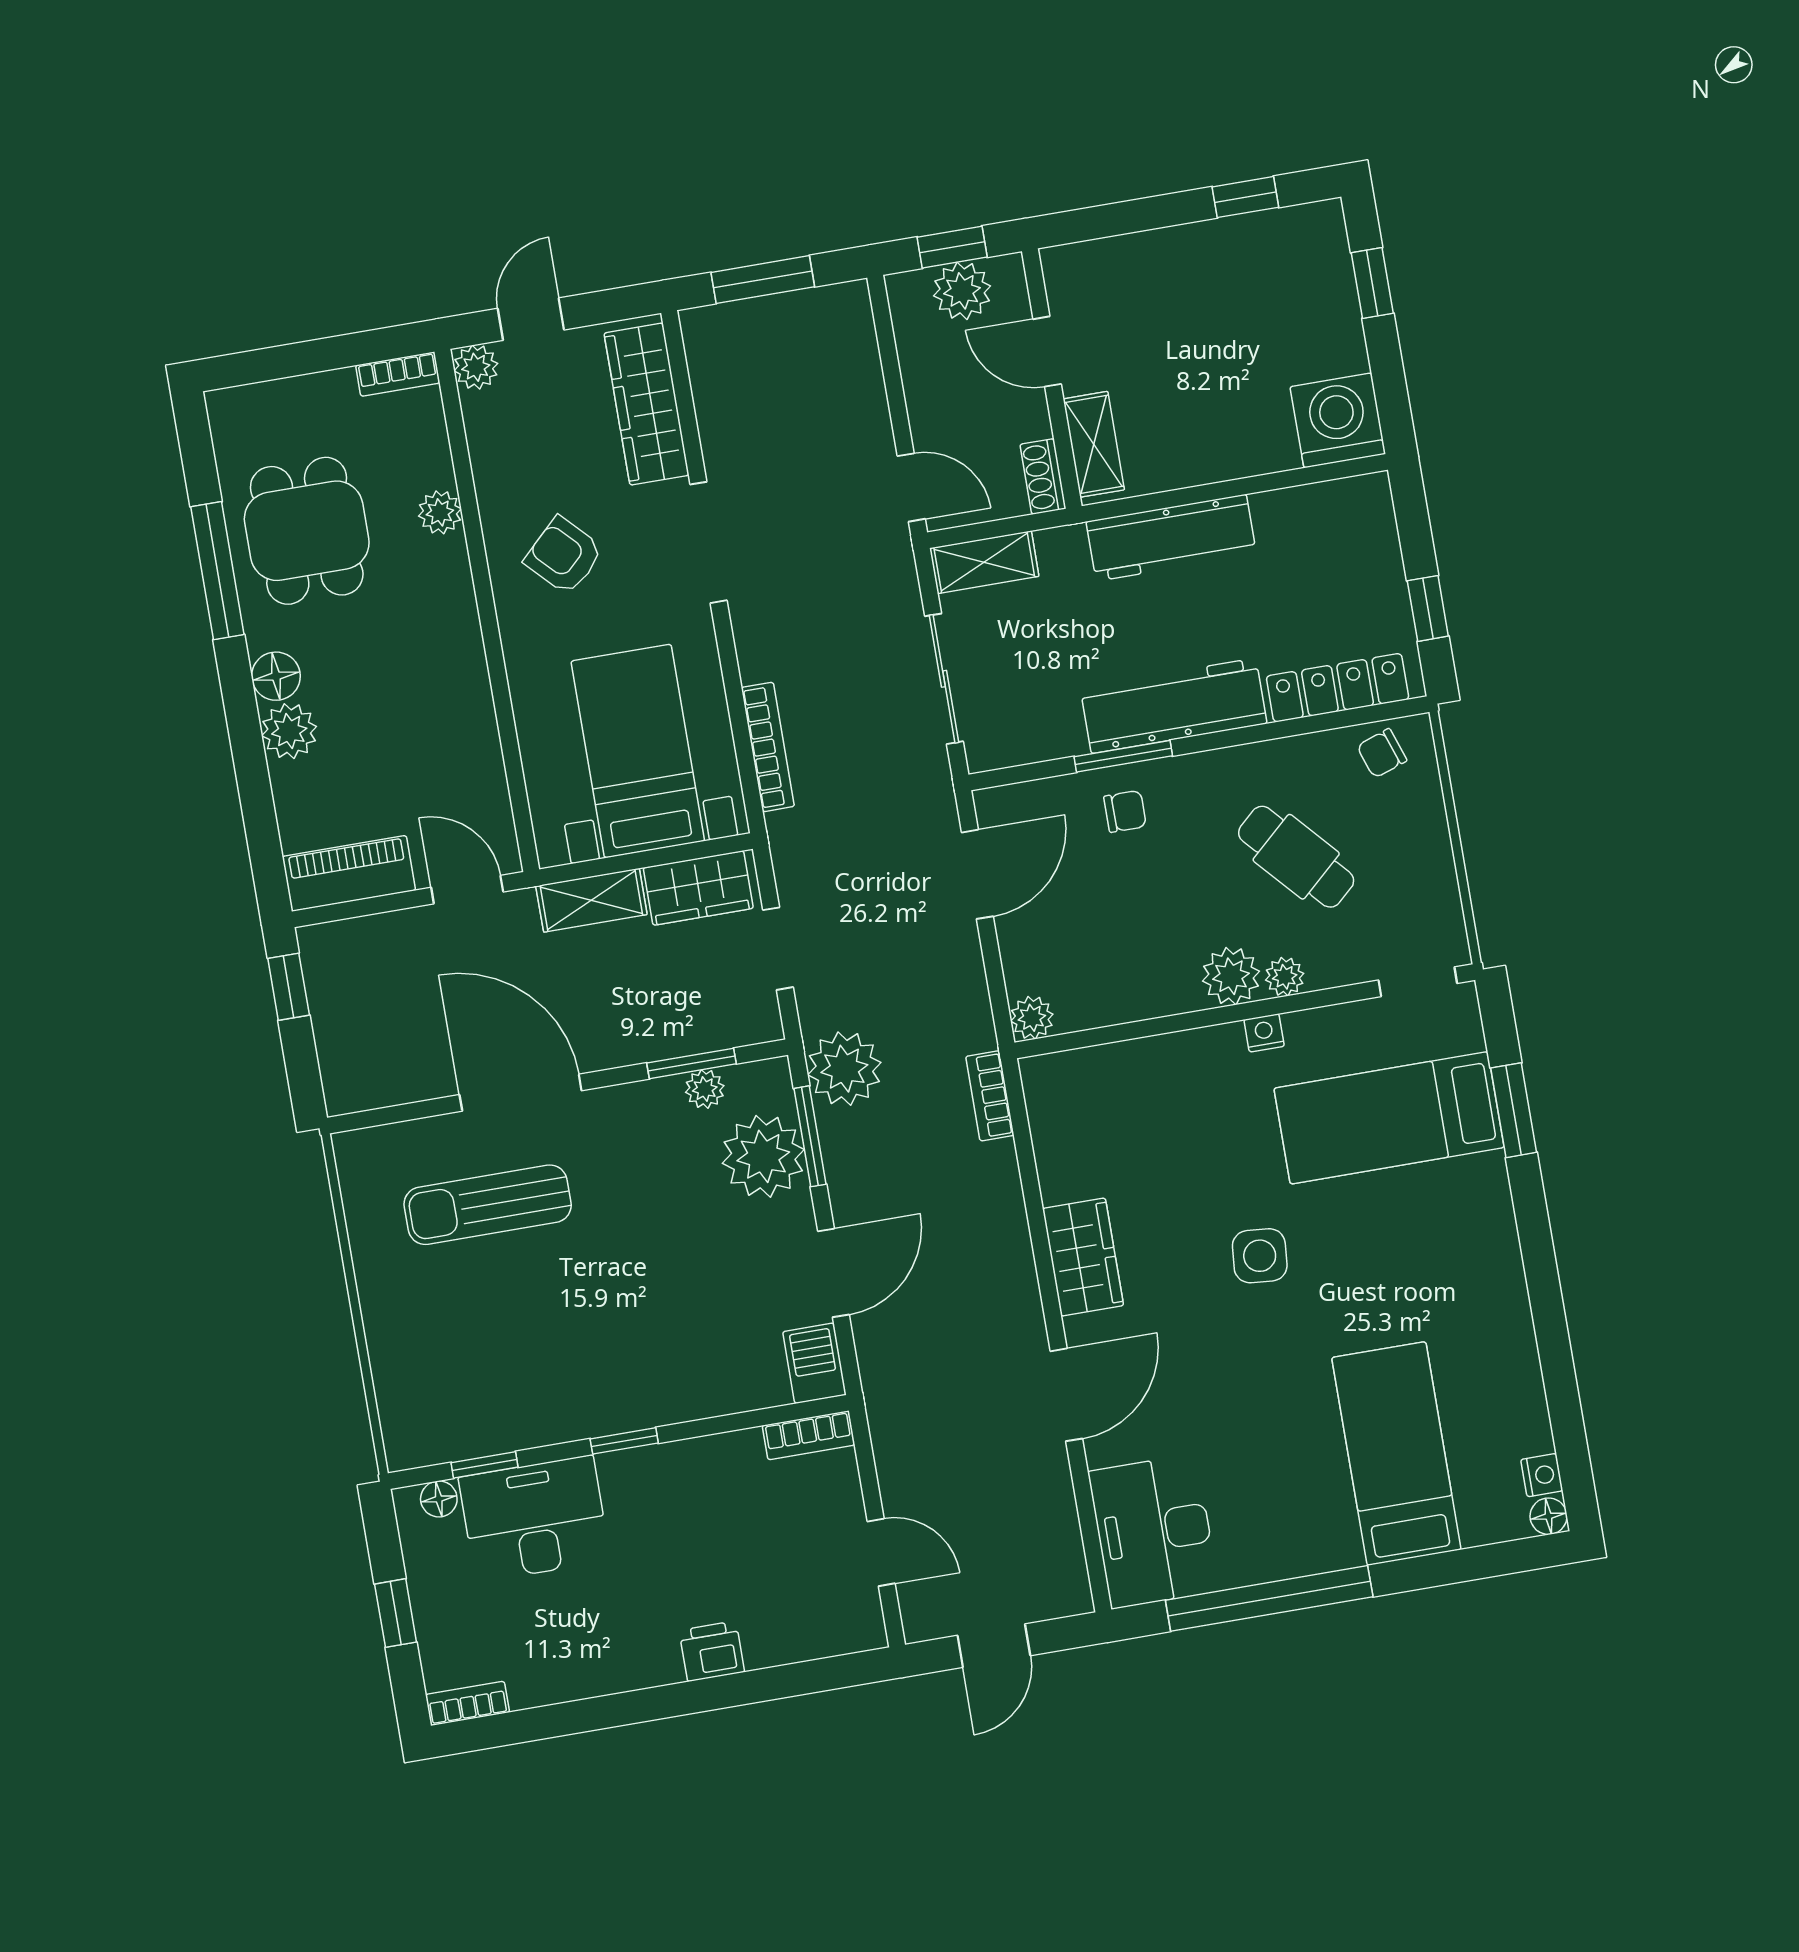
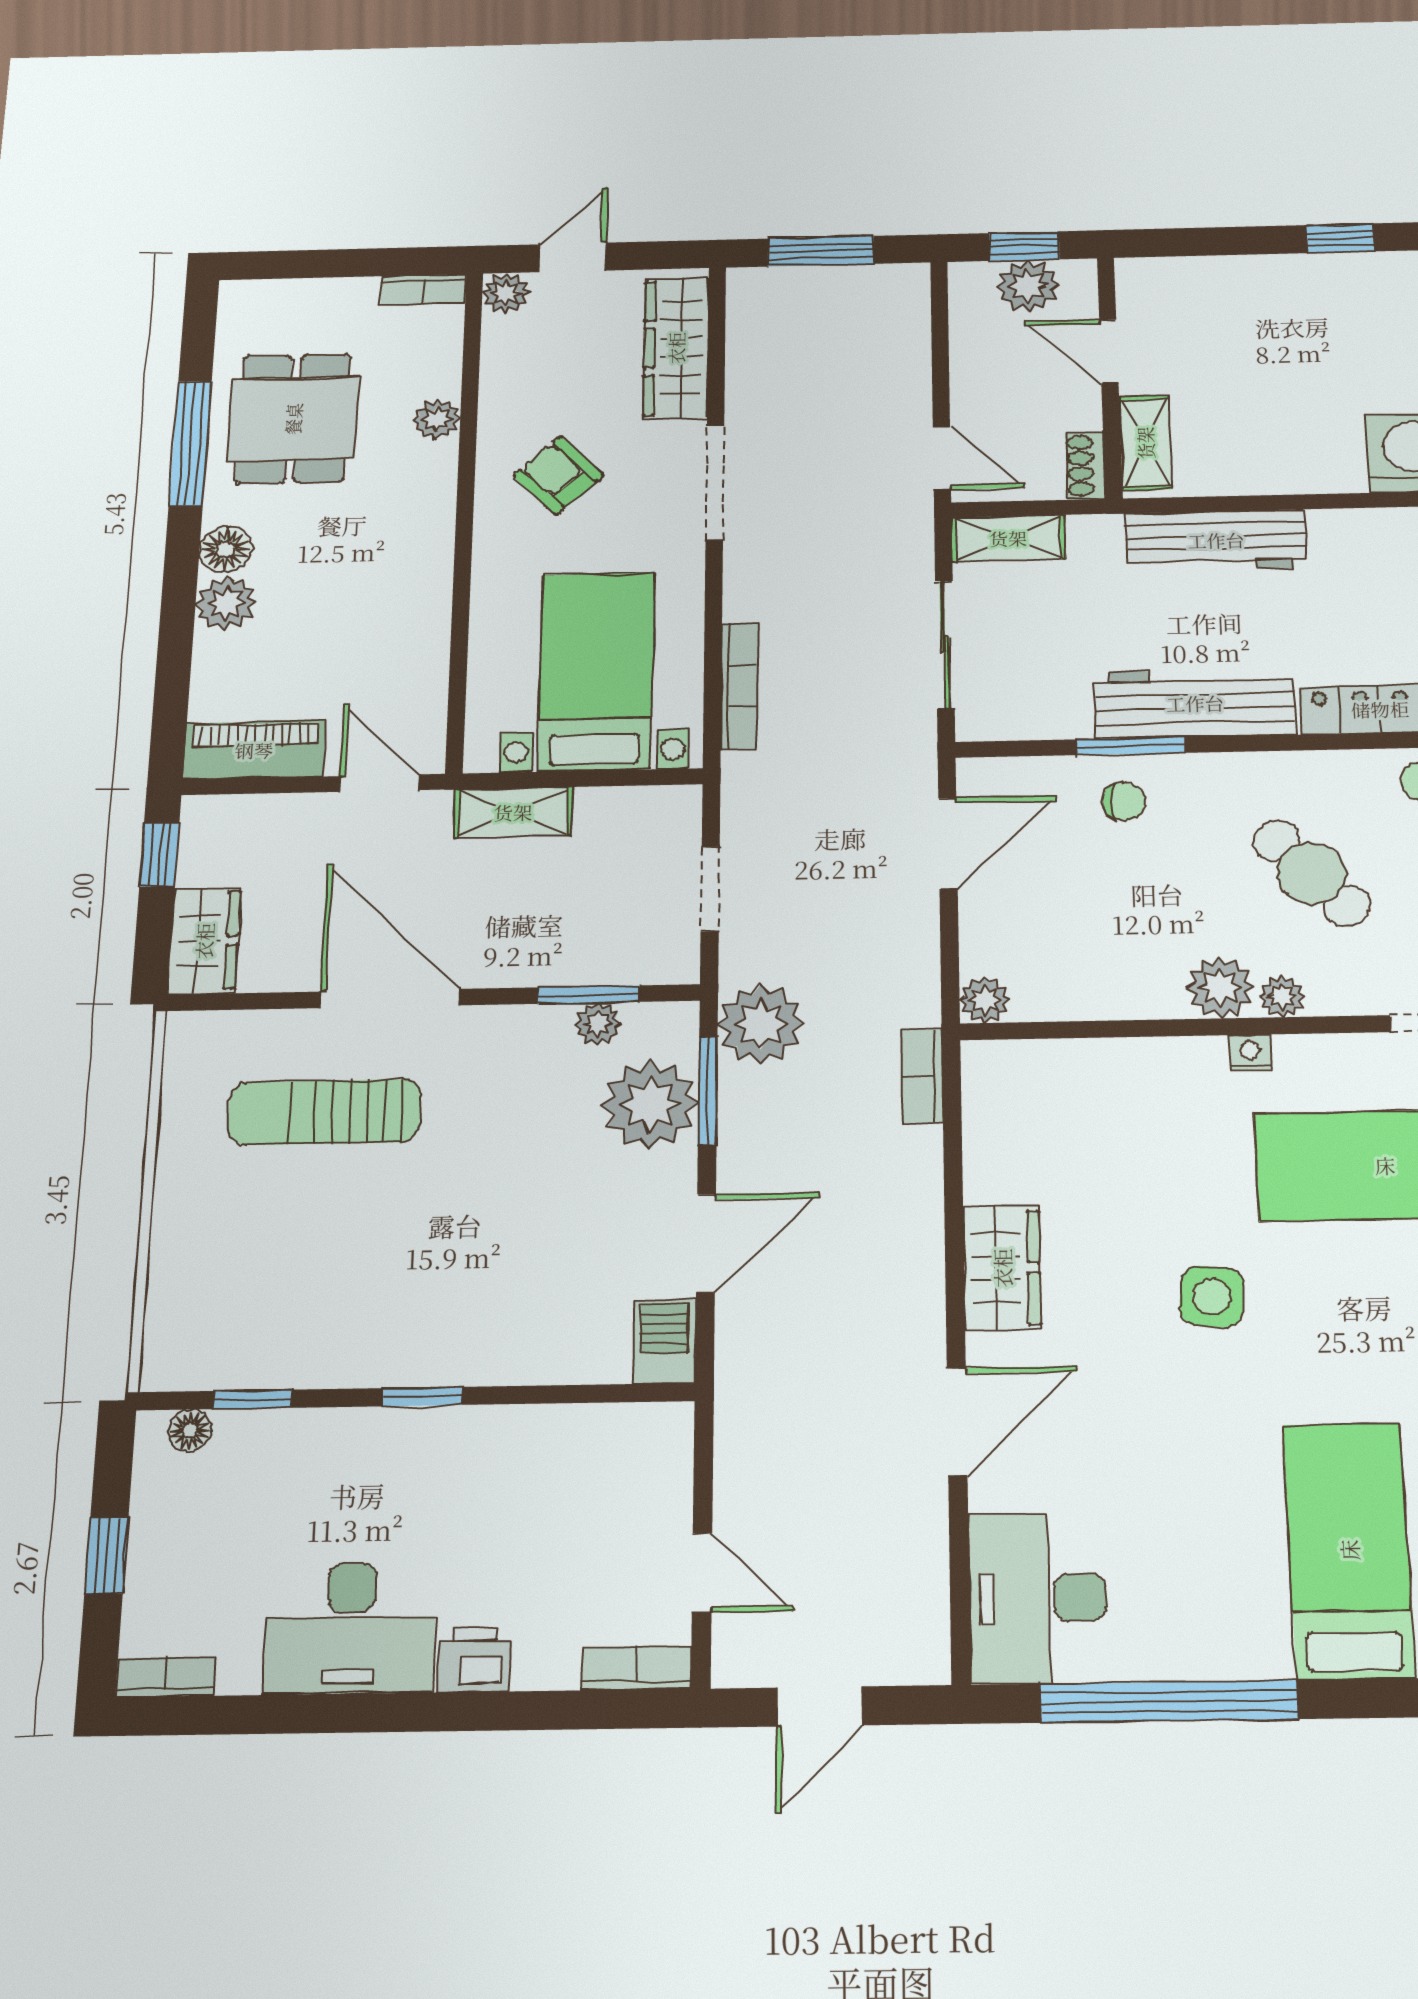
wardrobe: (698, 888) -> (204, 941), moved, turned -90
bookcase: (809, 1435) -> (637, 1668), moved, turned 180
desk: (534, 1519) -> (350, 1628), moved, turned 180

